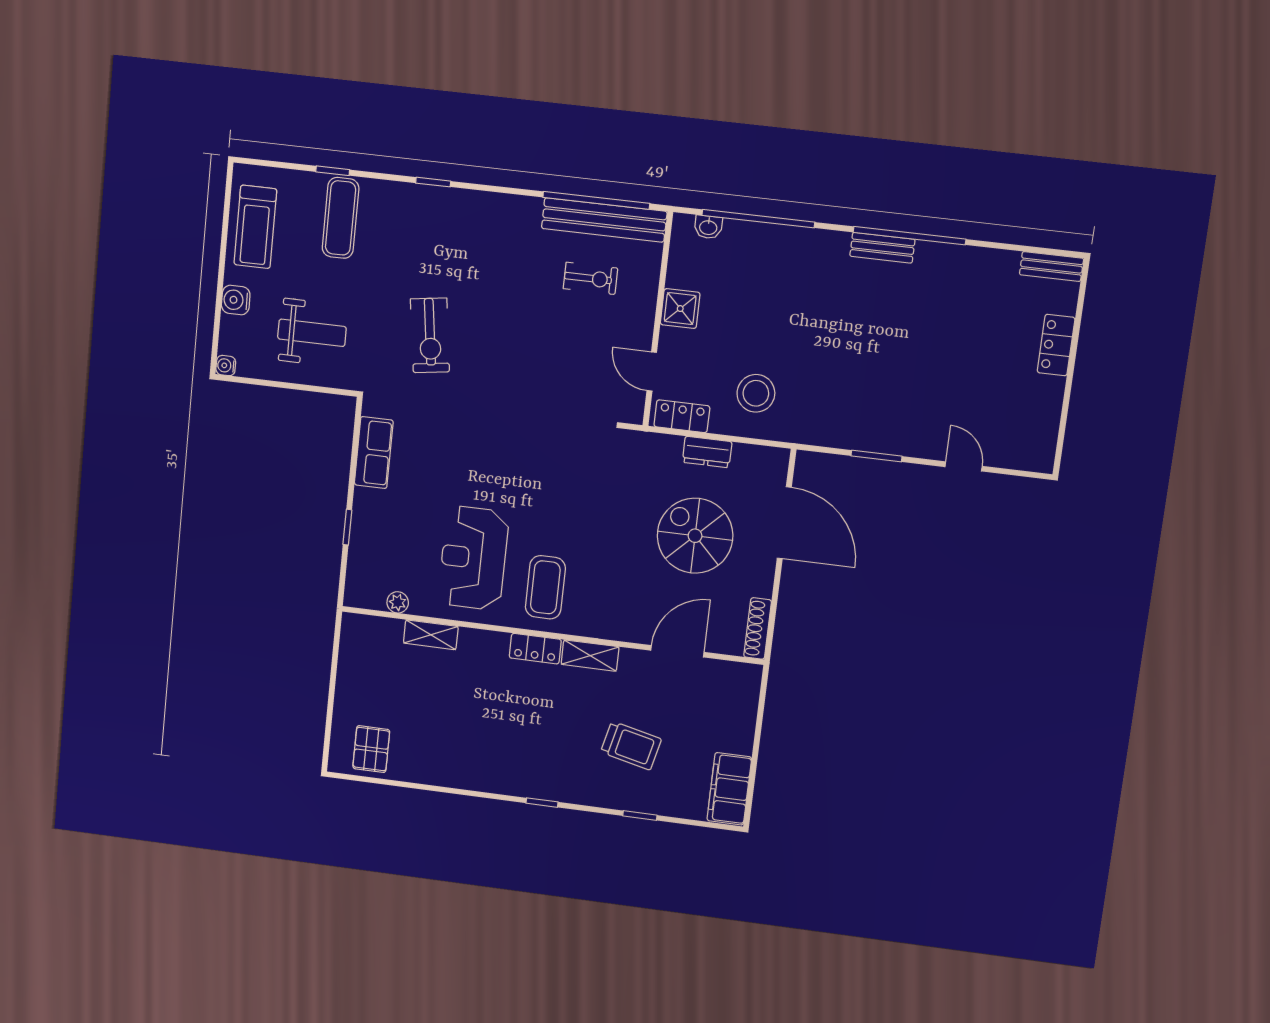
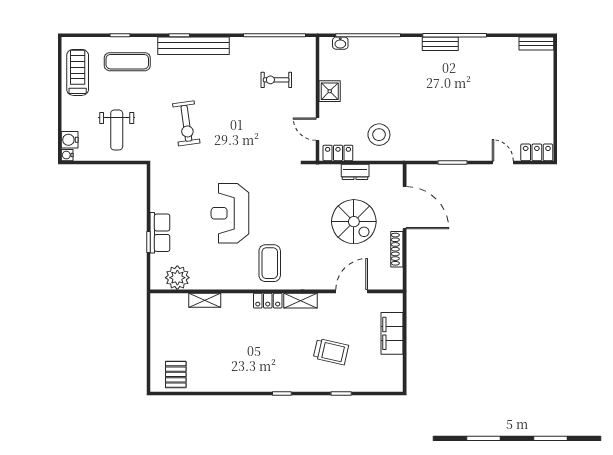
exercise mat: (341, 218) -> (127, 62), turned 90
bench: (604, 220) -> (194, 46), moved
treadmill: (255, 227) -> (78, 72), turned 180
exercise bike: (590, 278) -> (276, 80), turned 180
water cooler: (236, 300) -> (70, 140), moved
weight bench: (312, 333) -> (117, 130), turned 90
locker: (1056, 345) -> (537, 152), moved, turned 90
row of seats: (374, 453) -> (160, 233), moved
spiral stairs: (695, 536) -> (354, 222), turned 180
reception desk: (473, 558) -> (230, 213), moved
plant: (398, 602) -> (177, 278), width x1.87, depth x1.87
shoe rack: (758, 629) -> (397, 249), moved
filing cabinet: (729, 789) -> (392, 333), moved

